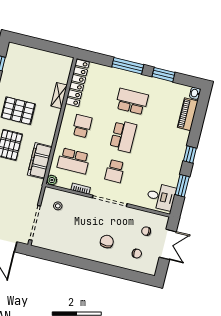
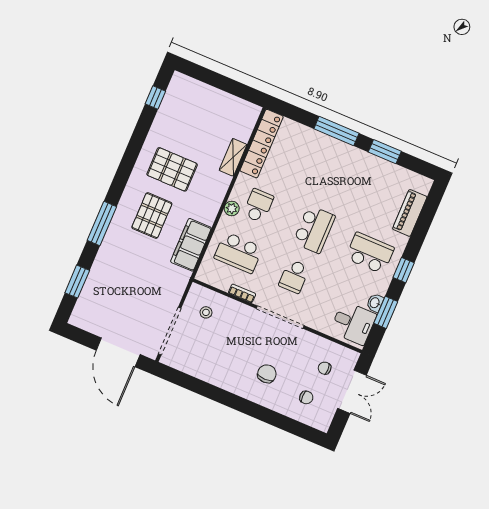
washbasin: (195, 93) -> (375, 303), moved
school desk: (132, 102) -> (370, 253), moved
plant: (52, 180) -> (232, 208), moved

